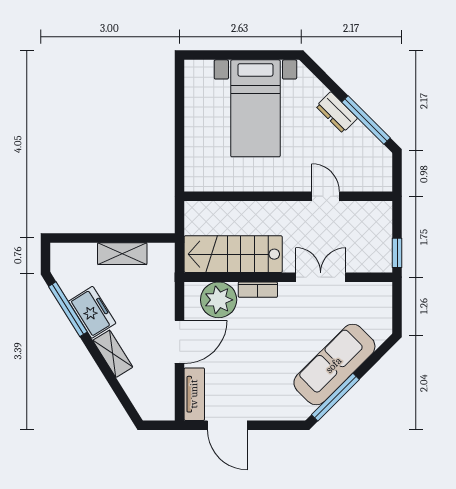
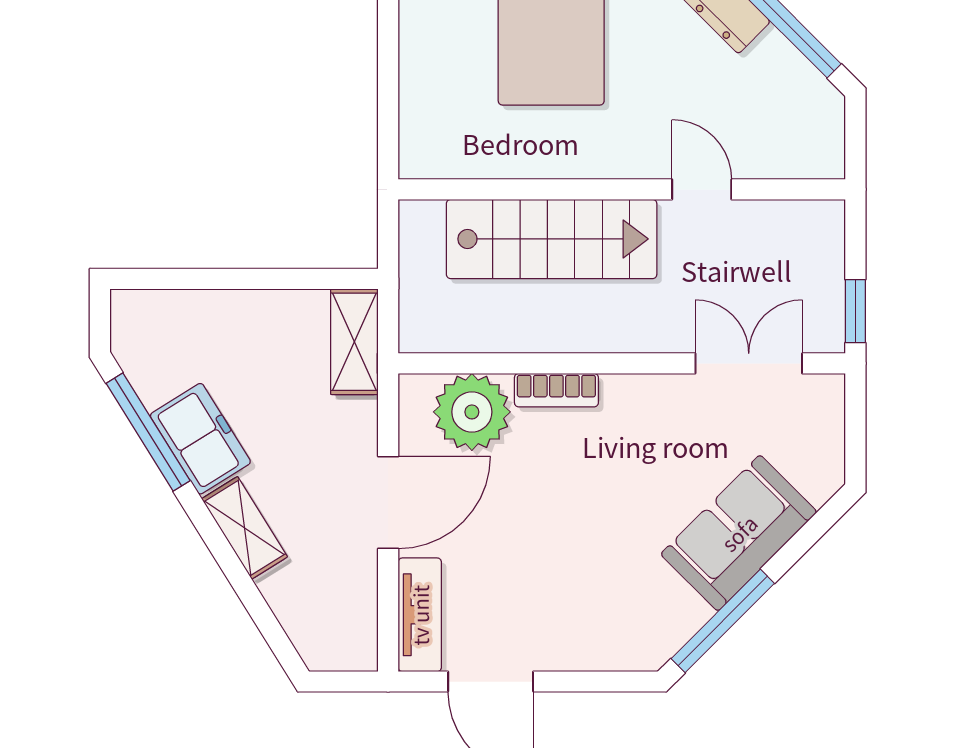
shelving: (122, 254) -> (354, 342), moved, turned 90
stairs: (233, 254) -> (552, 239), moved, turned 180
double door: (321, 277) -> (749, 363), moved
sofa: (334, 365) -> (739, 533), width x0.73

